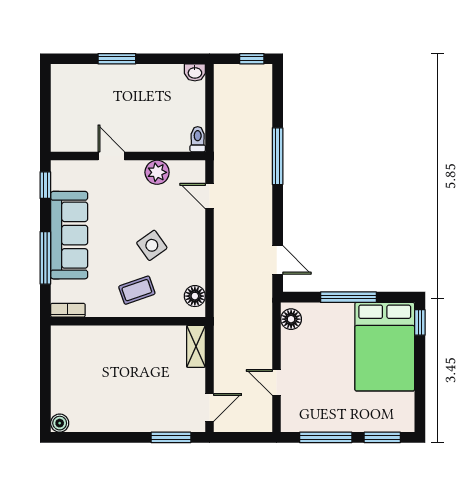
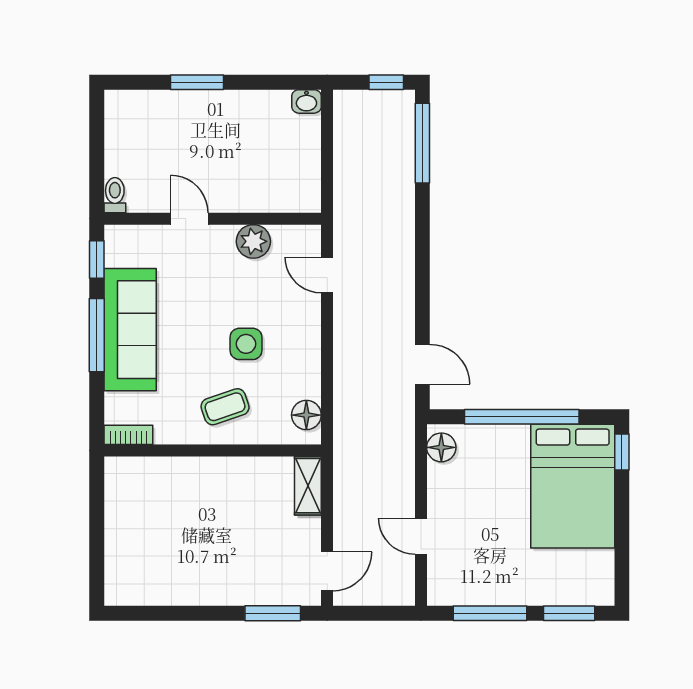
toilet: (198, 139) -> (115, 195), moved
window: (278, 156) -> (422, 143), moved
side table: (152, 245) -> (246, 344), turned 35
window: (45, 258) -> (97, 335), moved
window: (348, 297) -> (522, 417), width x1.46
boiler: (60, 423) -> (117, 593), removed

